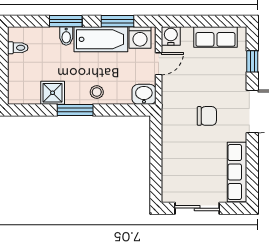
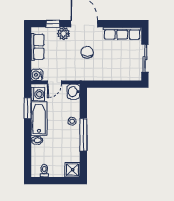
window: (66, 21) -> (28, 141), removed
door: (159, 64) -> (54, 82), swing flipped
plant: (237, 78) -> (64, 33), added
shower: (53, 93) -> (73, 170), moved
window: (75, 110) -> (83, 135), width x1.44

